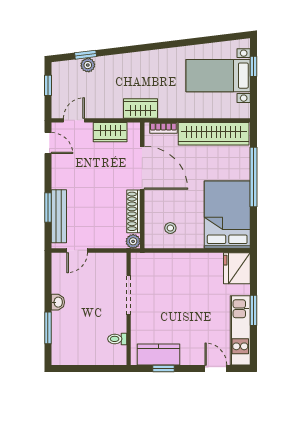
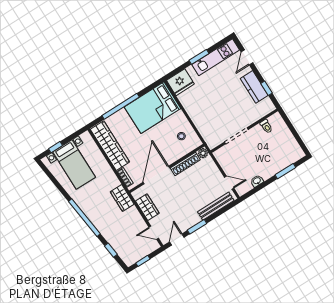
window: (145, 47) -> (84, 218), added
plant: (88, 65) -> (116, 245), removed
window: (48, 207) -> (197, 227), moved
washbasin: (58, 302) -> (257, 181), moved
kitchen counter: (159, 354) -> (254, 87), moved

